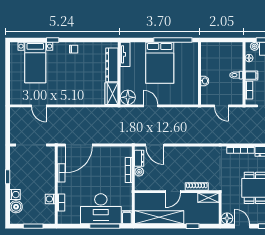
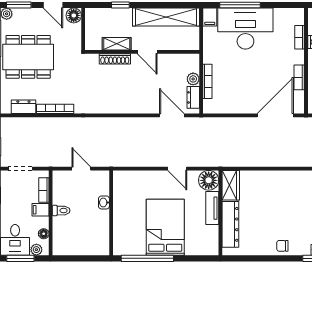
tv unit: (125, 54) -> (212, 208), moved
door: (173, 192) -> (147, 52), swing flipped
shelving: (208, 198) -> (117, 44), moved

